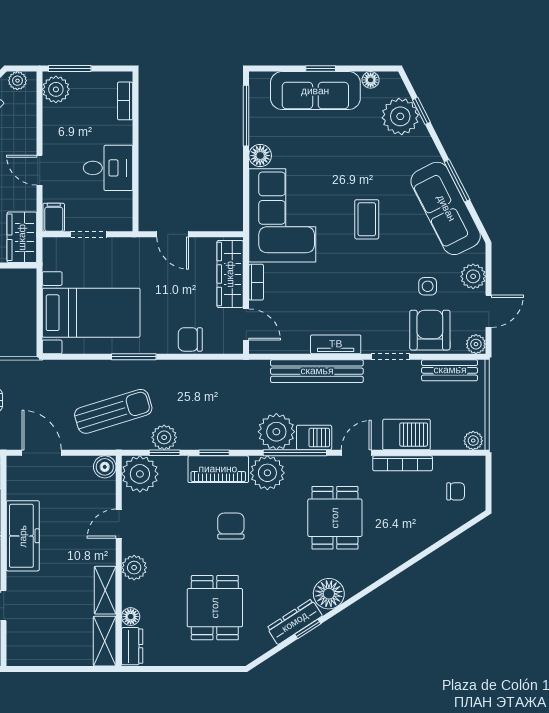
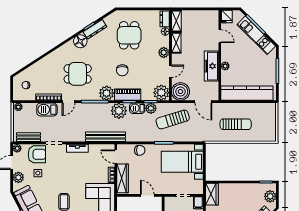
armchair: (430, 330) -> (37, 154), turned -90
bench: (317, 371) -> (105, 137), moved
plant: (276, 432) -> (119, 111), moved
barbecue: (314, 438) -> (137, 108), moved
boiler: (105, 467) -> (180, 92), width x1.86, depth x1.86
dining table: (335, 518) -> (78, 74), turned 90

